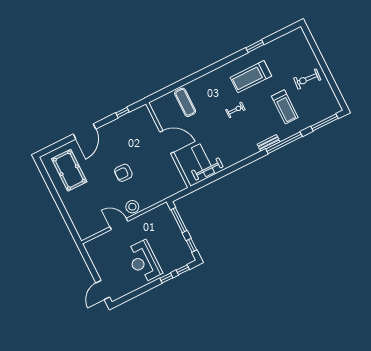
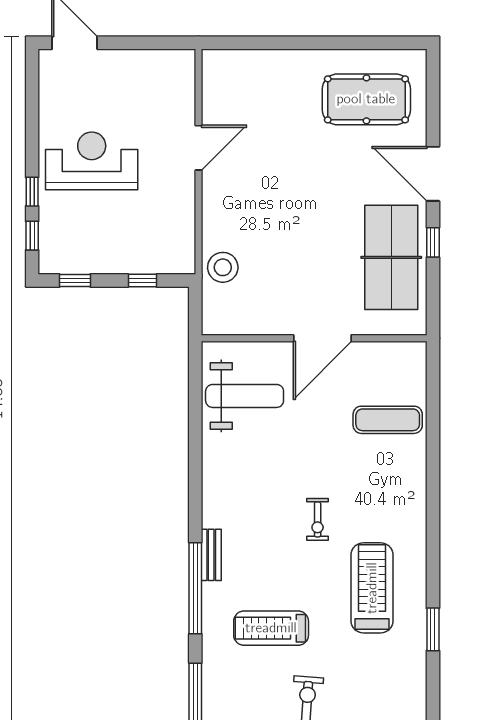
window: (122, 112) -> (433, 242), moved
table tennis table: (124, 131) -> (391, 257), added
armchair: (123, 173) -> (303, 212), removed
stool: (132, 207) -> (223, 267), moved
window: (179, 220) -> (142, 281), width x0.46

